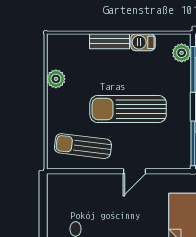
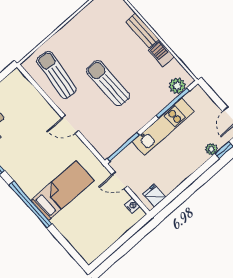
plant: (56, 79) -> (85, 17), removed
sun lounger: (128, 109) -> (108, 83), width x0.73, depth x0.75

